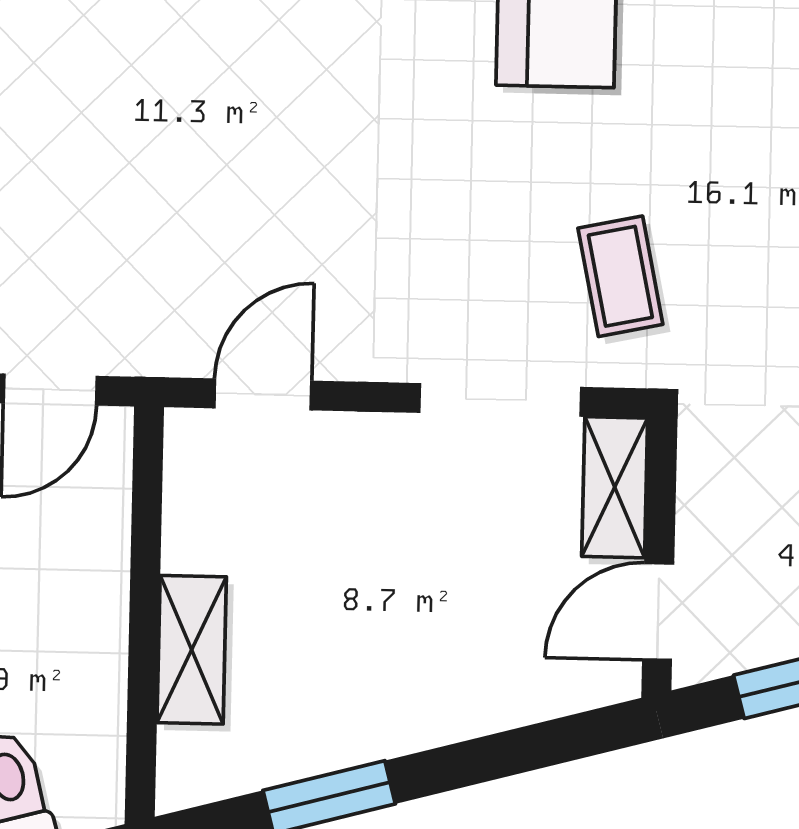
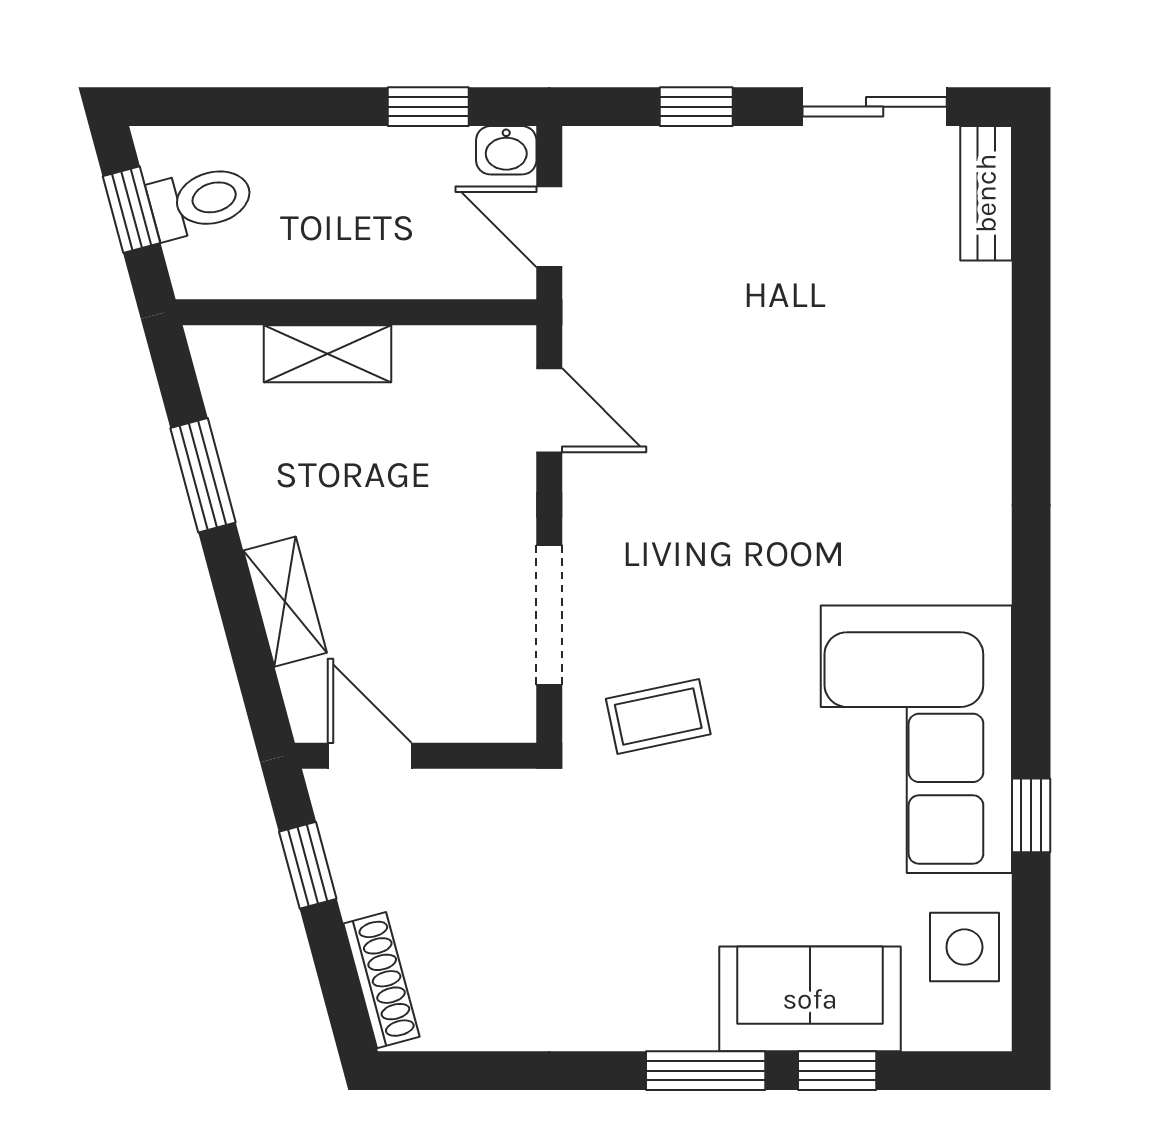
shelving: (615, 487) -> (285, 602), moved, turned 75

